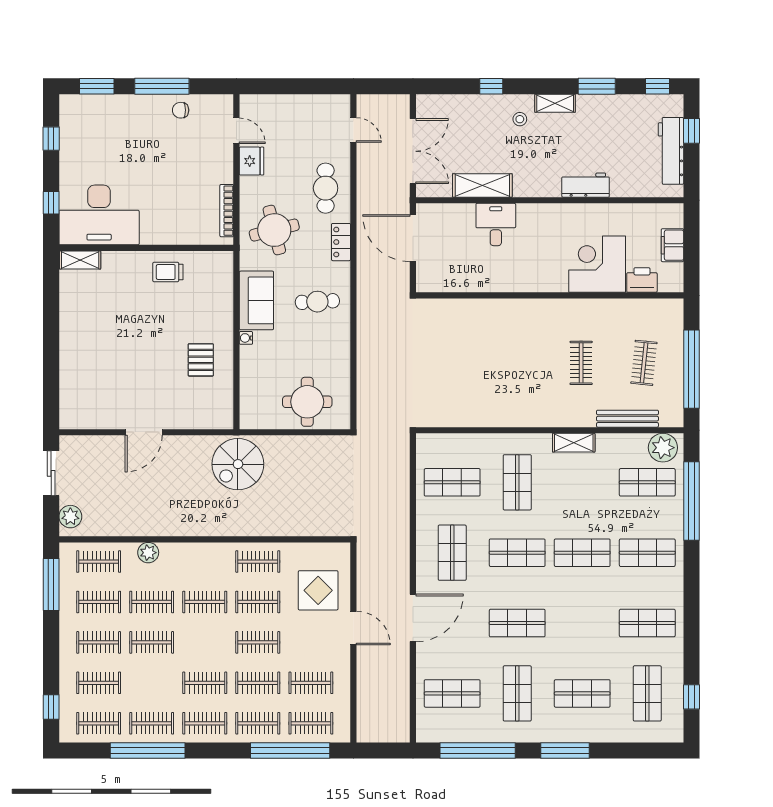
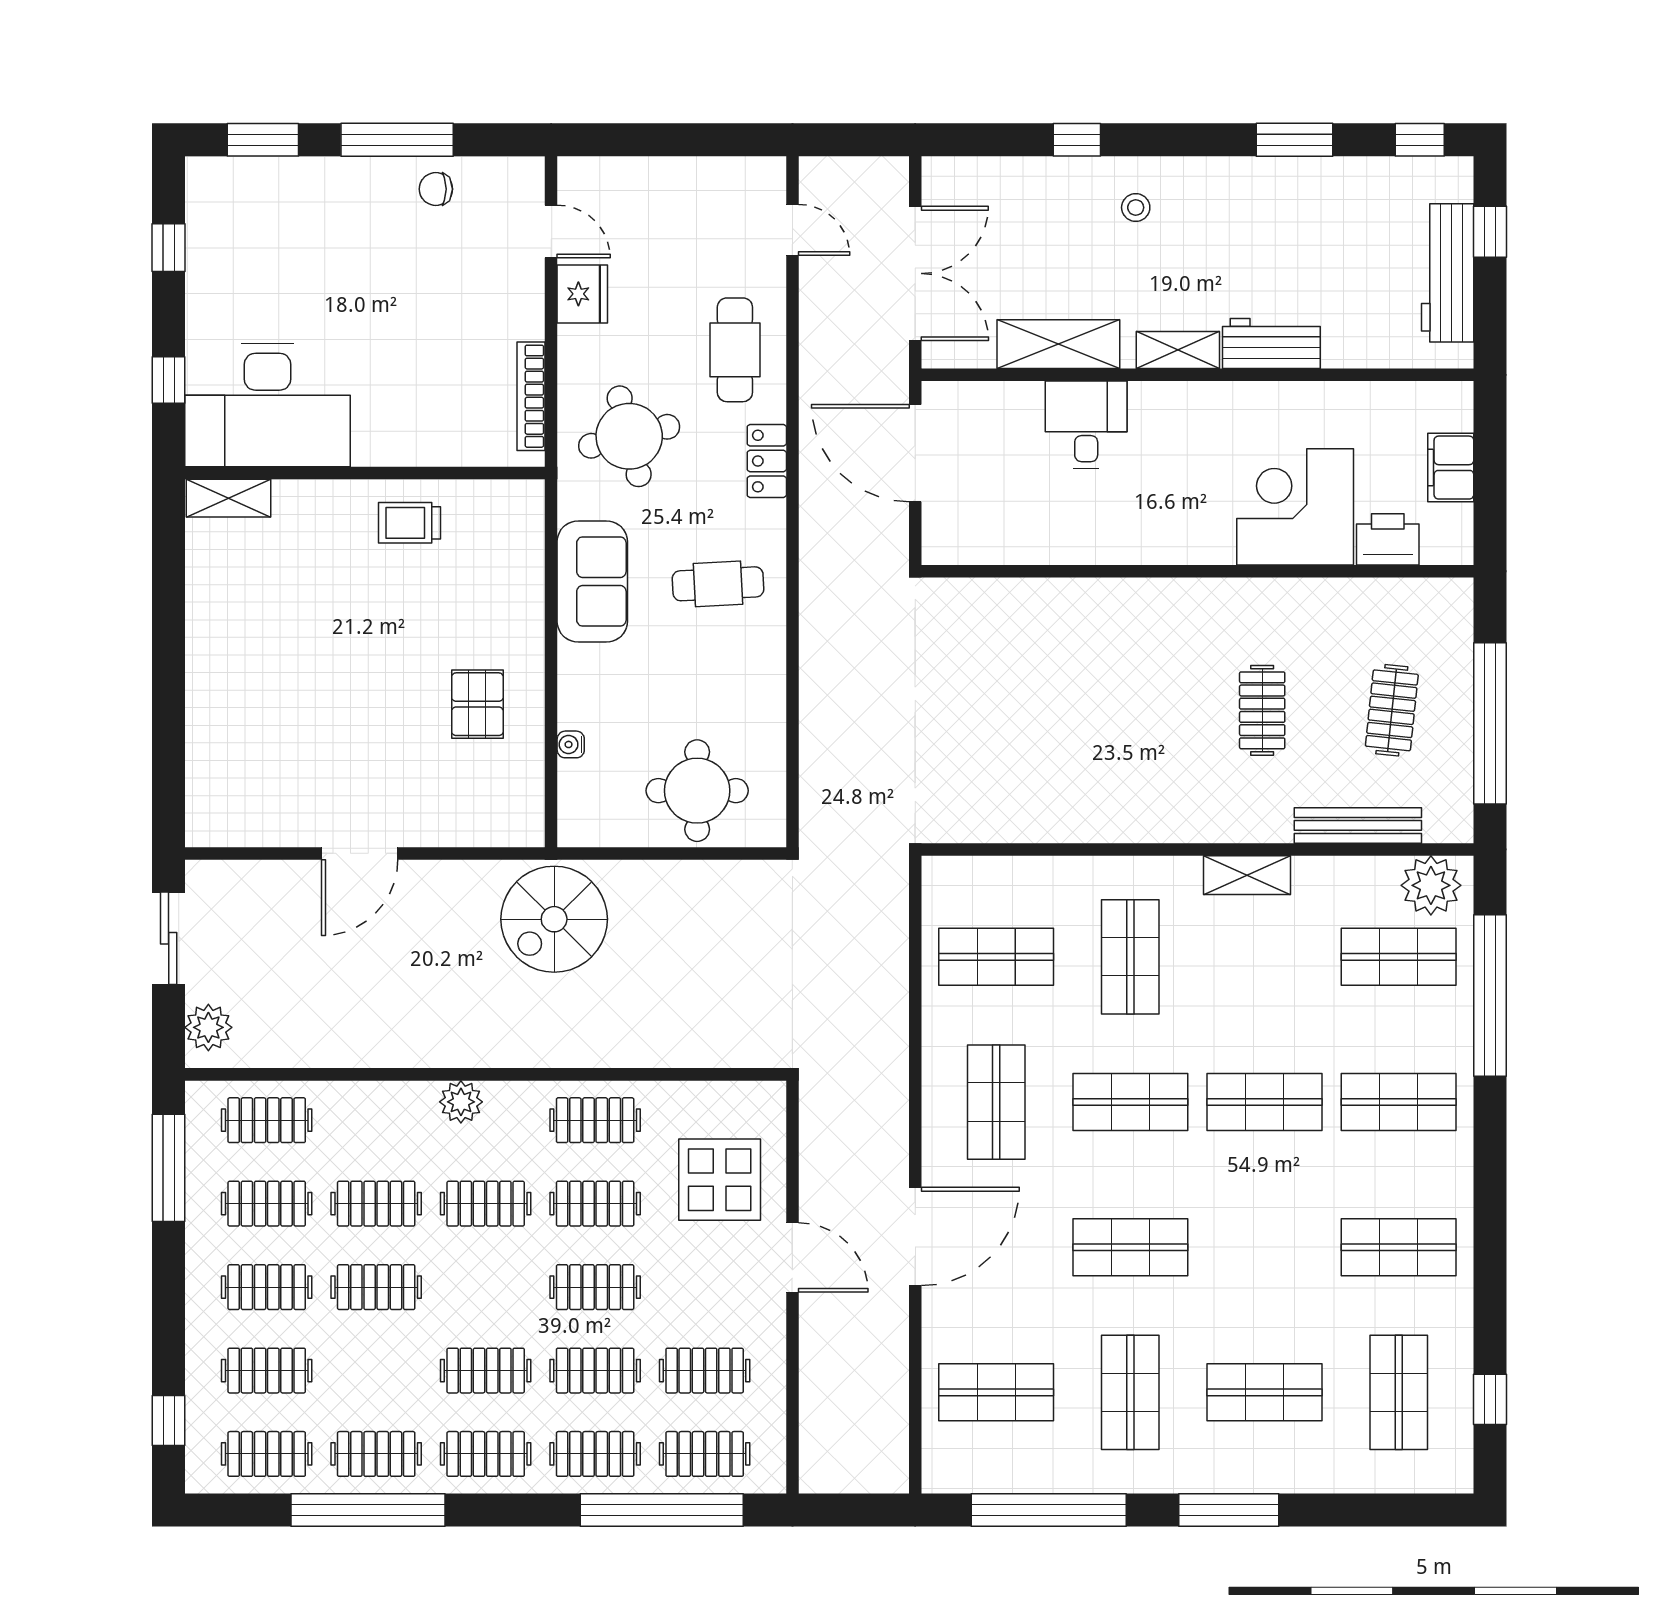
shelving: (555, 103) -> (1178, 350), moved
water cooler: (246, 338) -> (571, 744), moved
plant: (148, 553) -> (461, 1102), moved

